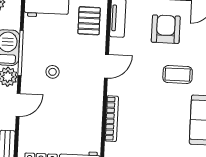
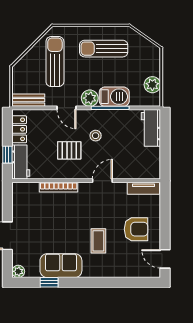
pallet: (89, 21) -> (69, 150), moved
door: (106, 66) -> (102, 181), swing flipped

